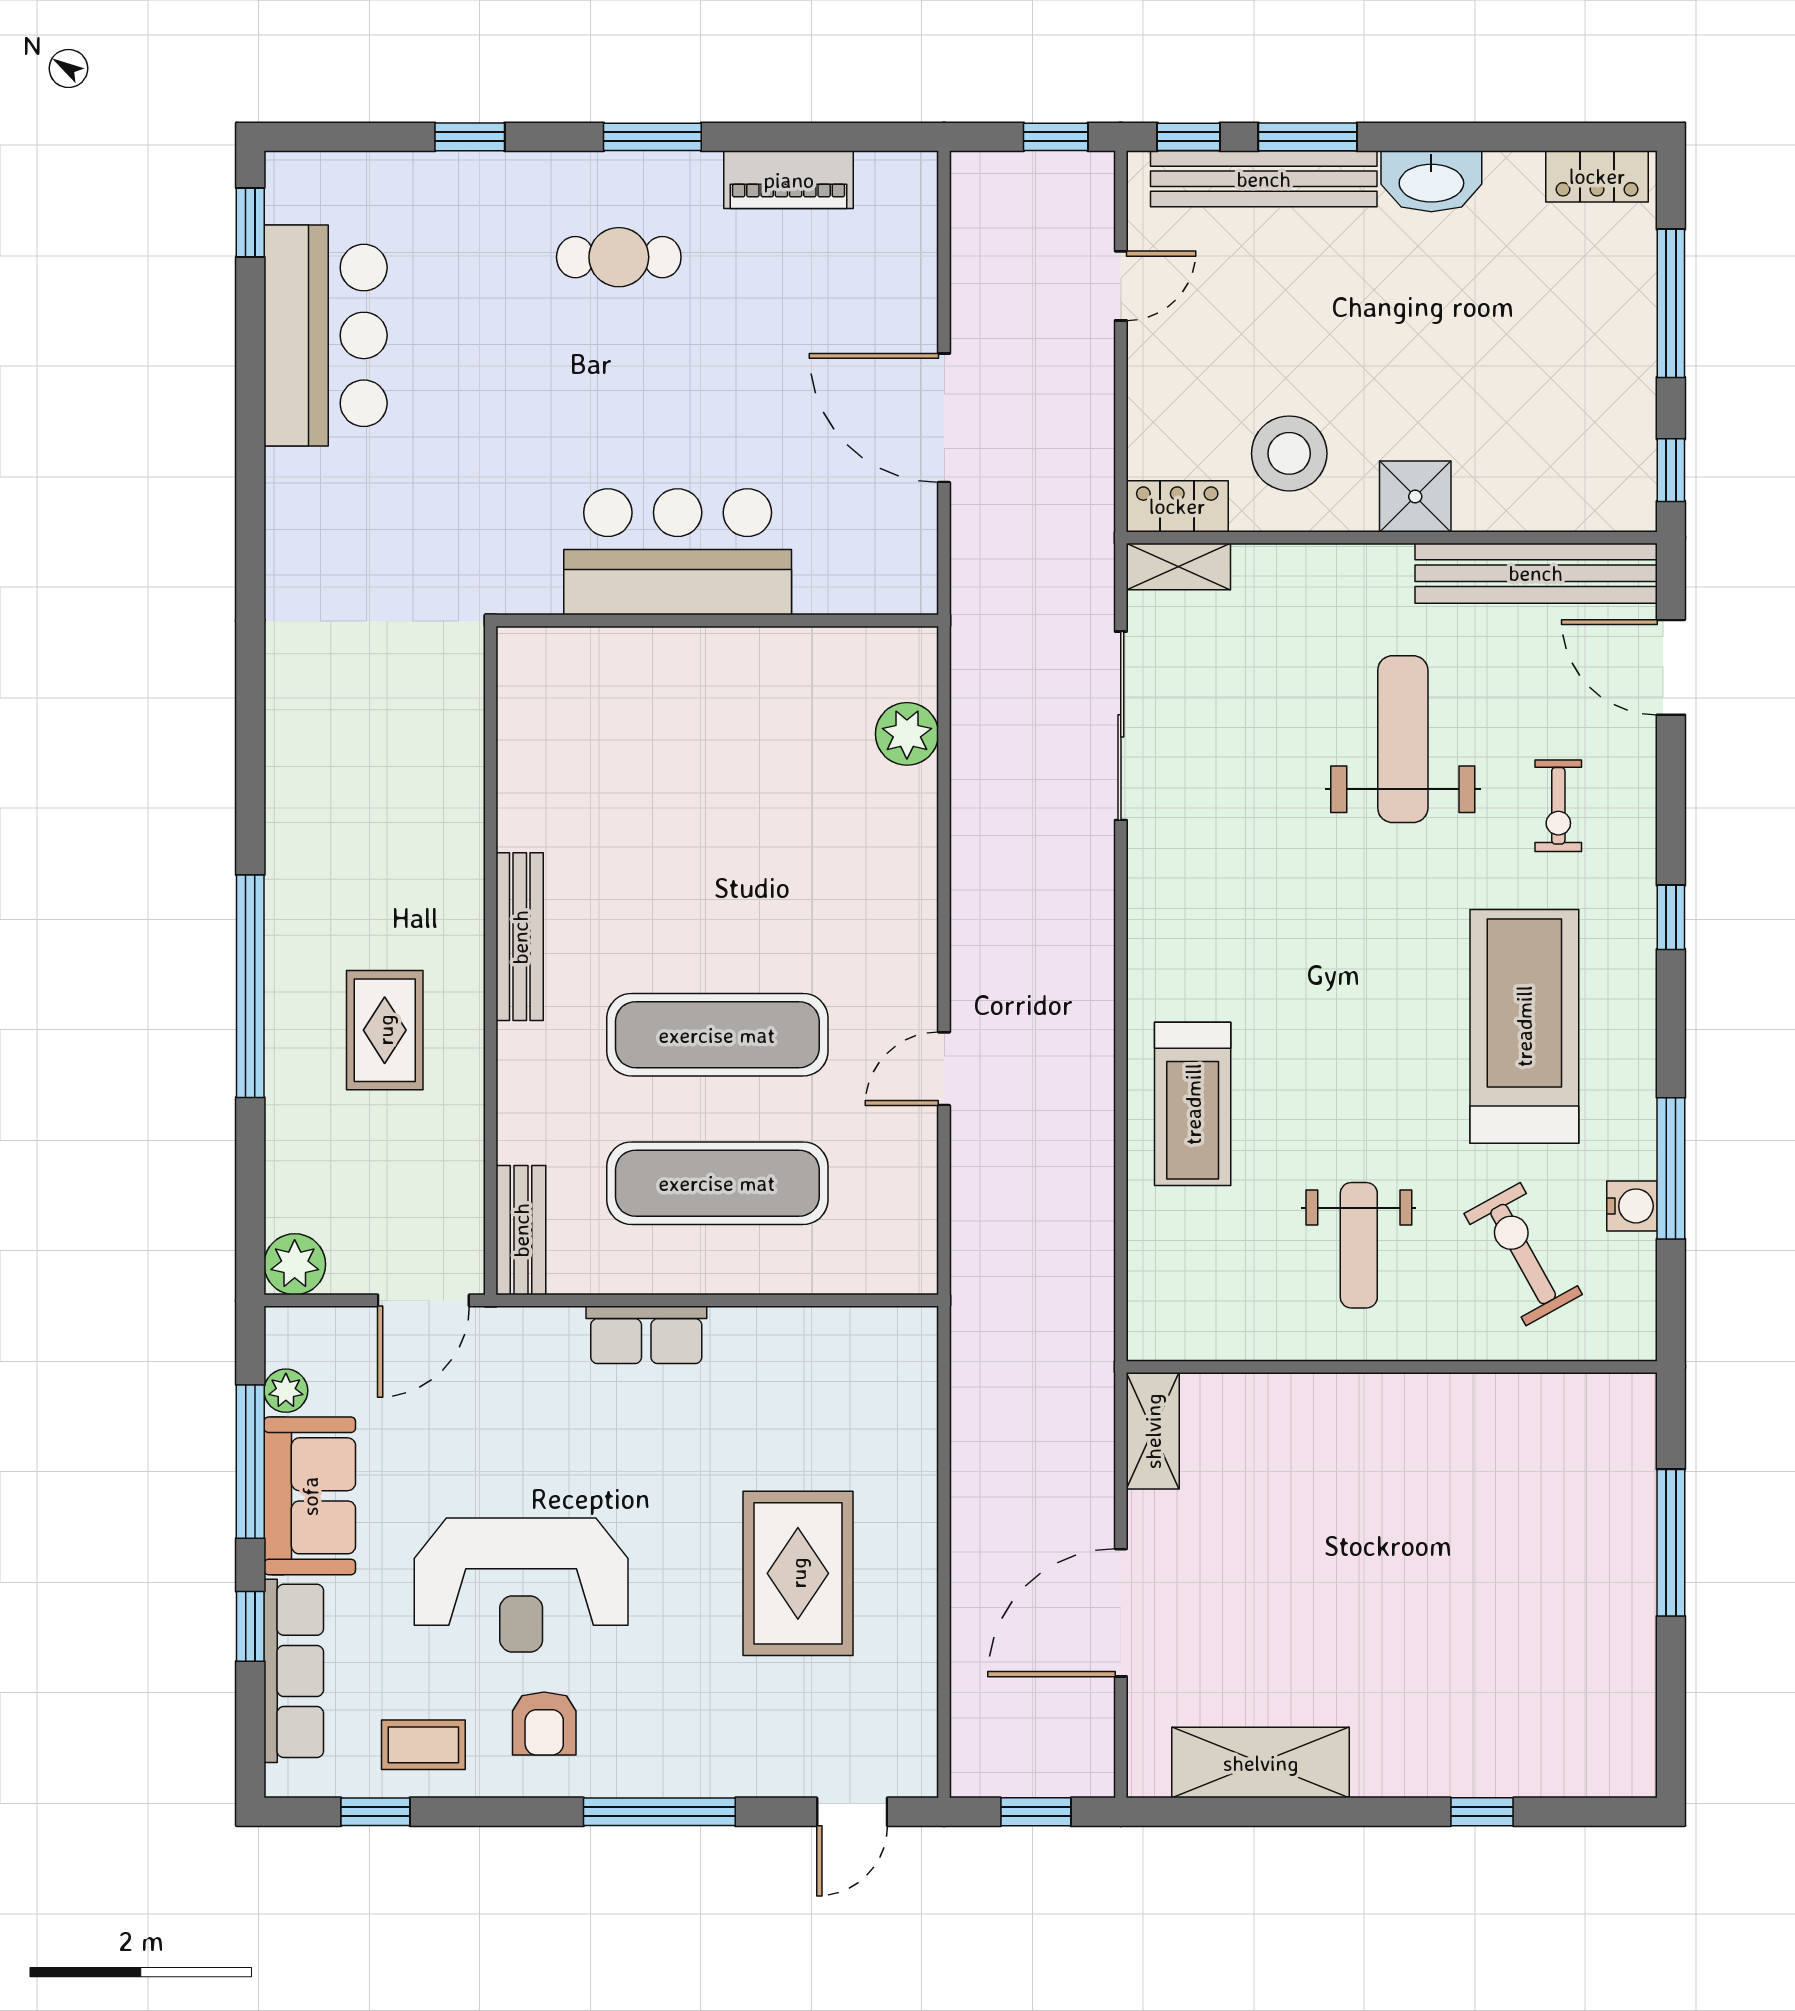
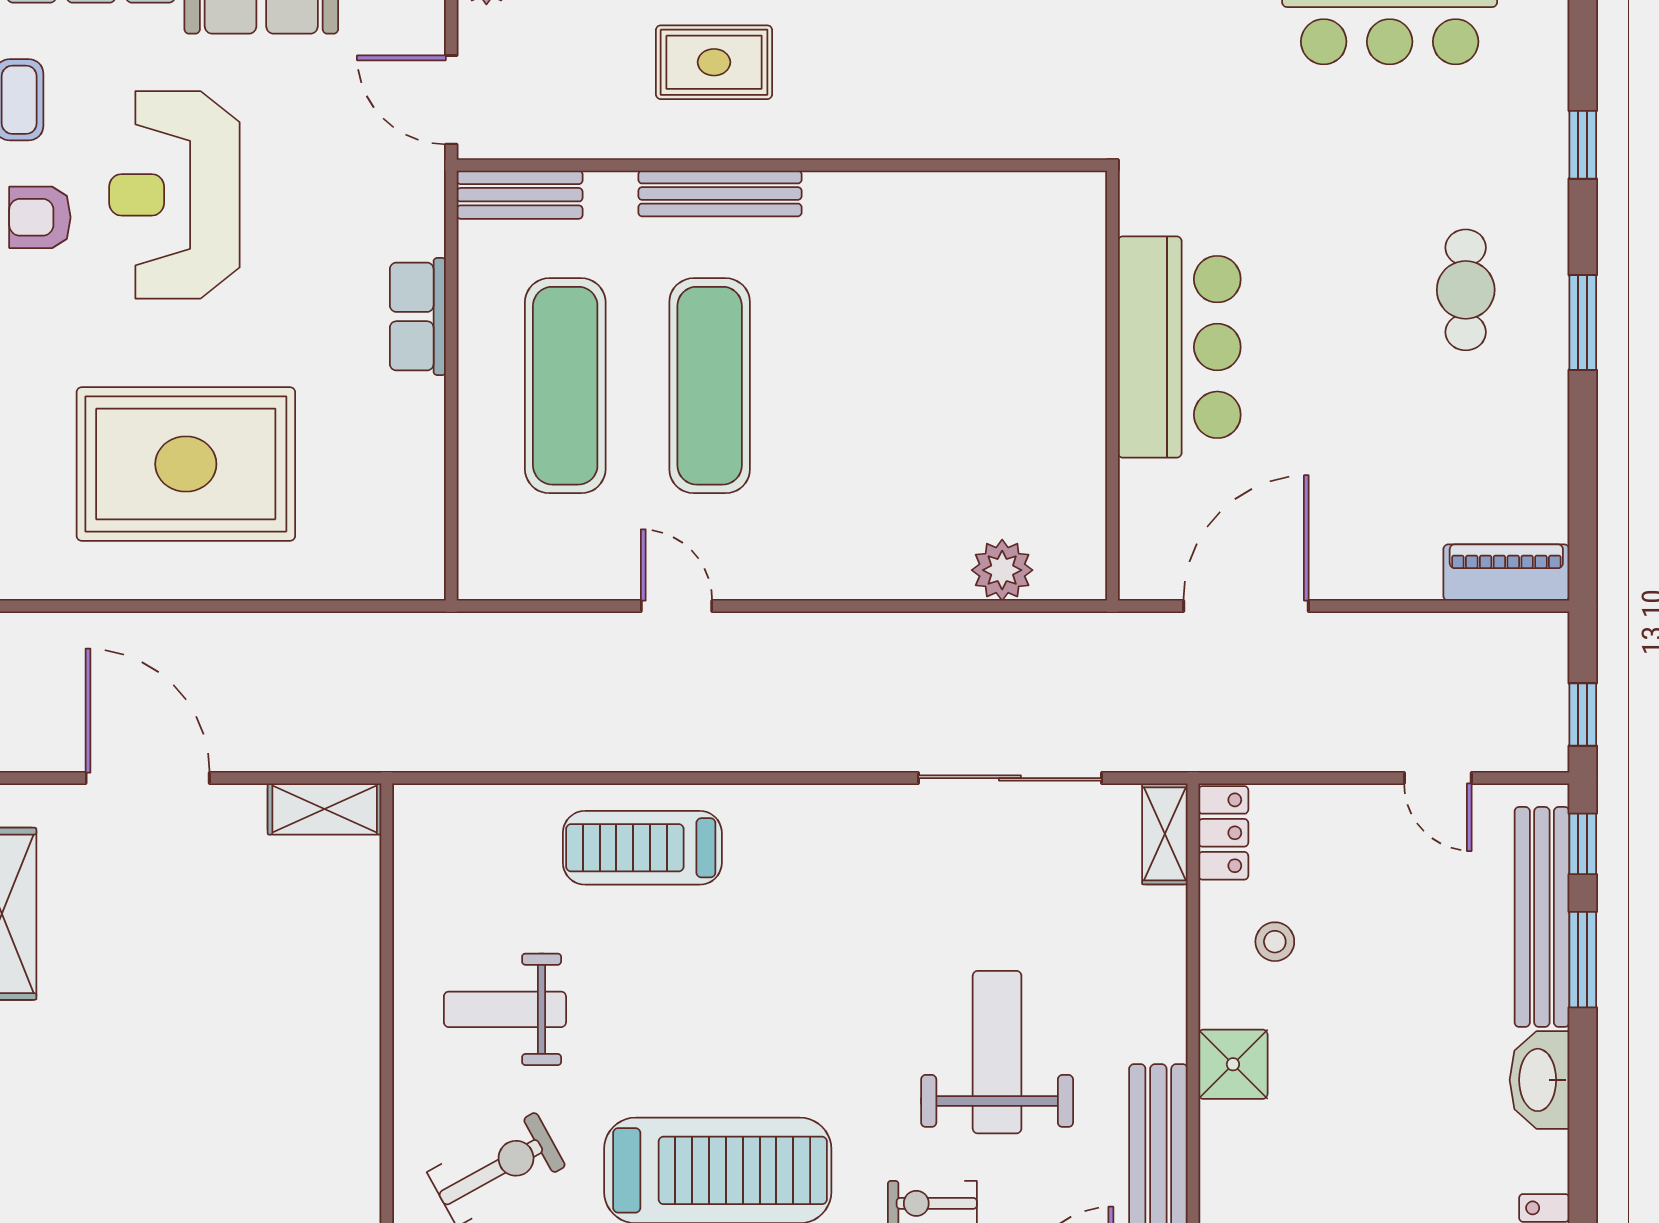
piano: (789, 180) -> (1506, 573), moved, turned 90
door: (944, 418) -> (1246, 606), moved
stool: (1289, 453) -> (1275, 942), width x0.53, depth x0.53
weight bench: (1403, 739) -> (997, 1052), turned -90
bench: (520, 937) -> (720, 194), moved
rug: (798, 1573) -> (186, 464), width x1.37, depth x1.44

